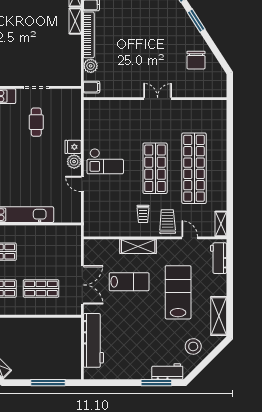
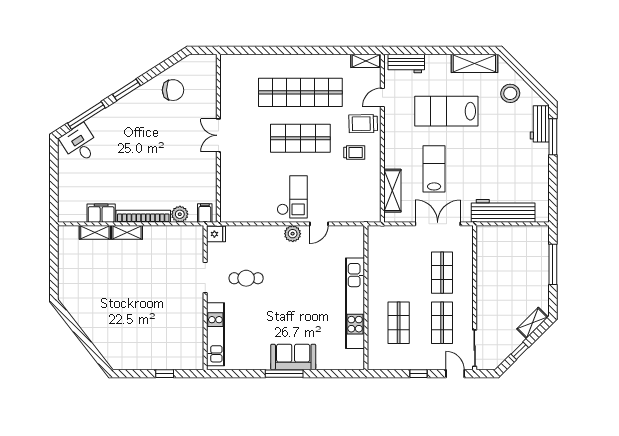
fridge: (73, 147) -> (216, 234), moved, turned -90
shelving: (138, 246) -> (392, 191), moved

